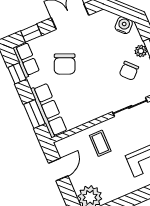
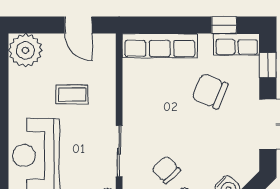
window: (34, 114) -> (163, 25), removed
coffee table: (100, 143) -> (72, 94), moved

